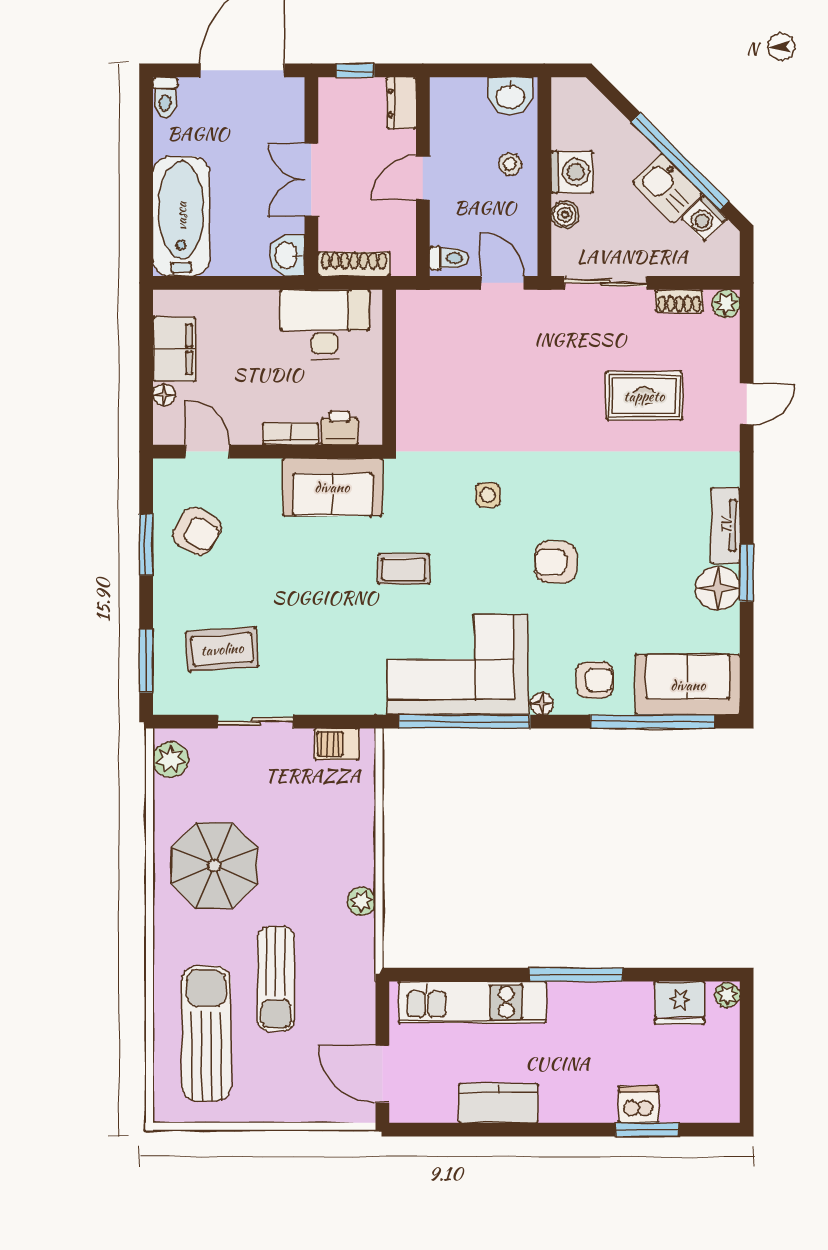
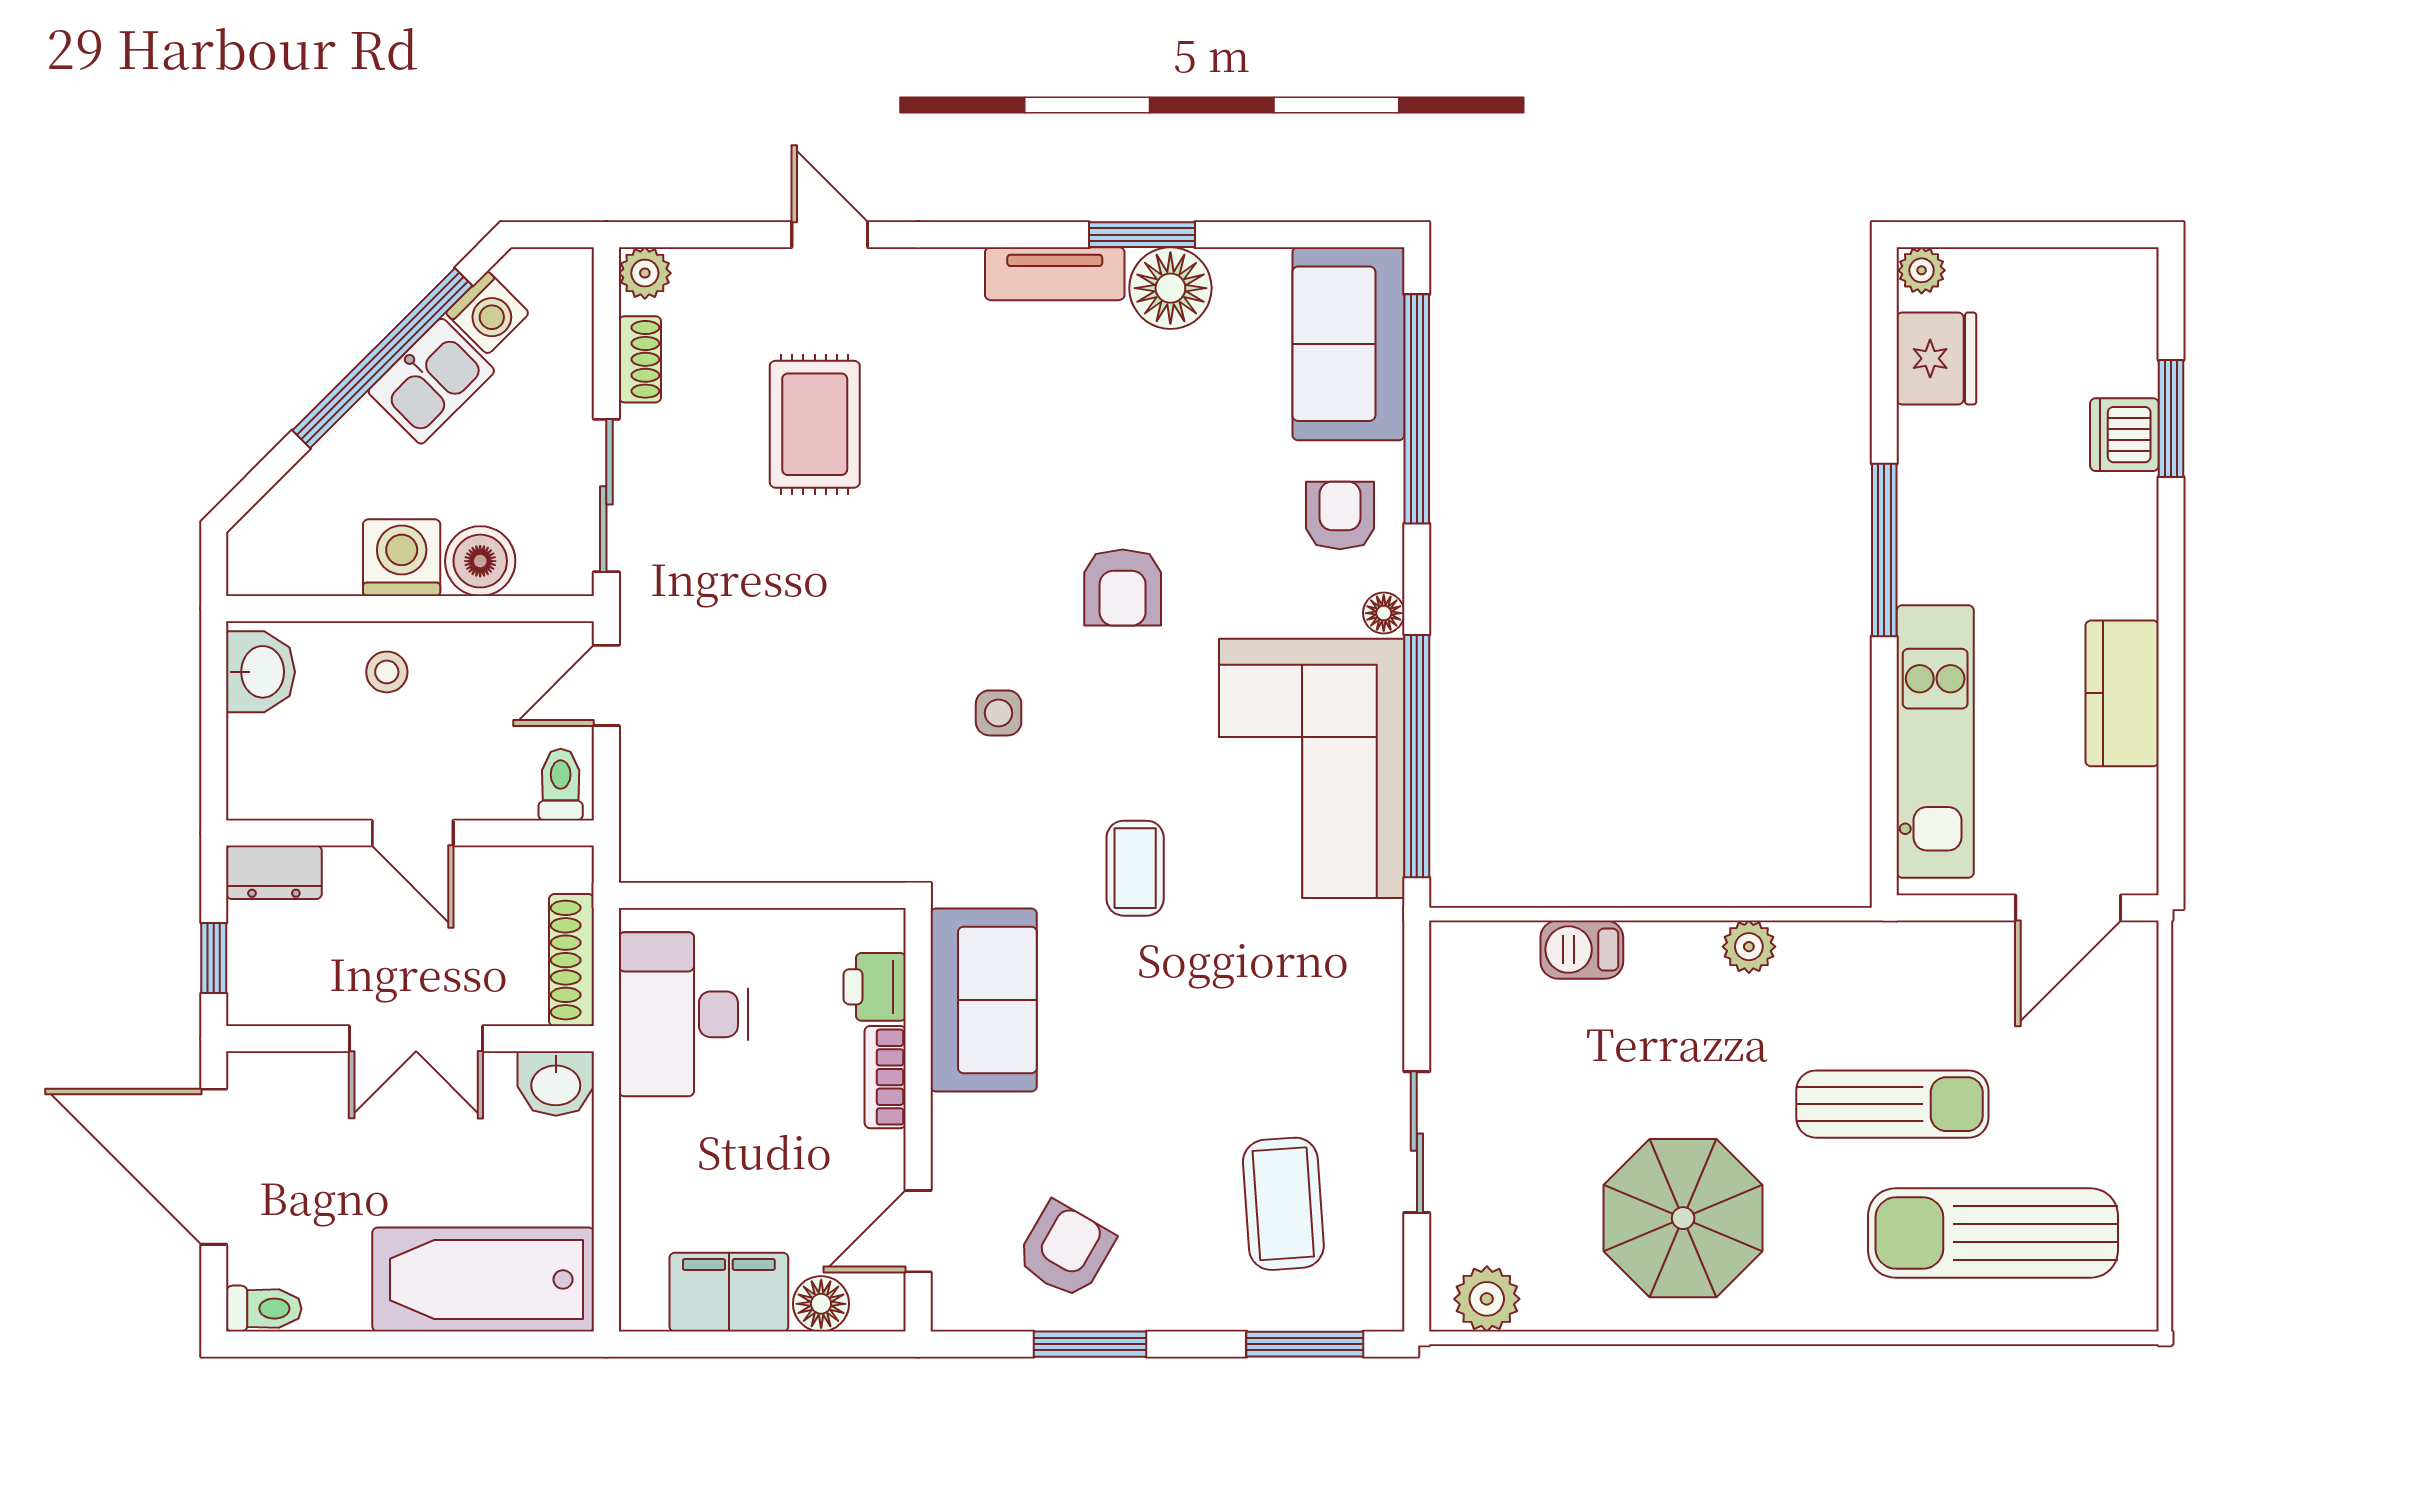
boiler: (565, 215) -> (480, 561), width x1.36, depth x1.36
floor lamp: (164, 395) -> (821, 1304), width x1.37, depth x1.37
barbecue: (337, 744) -> (1582, 950), moved, turned 90

